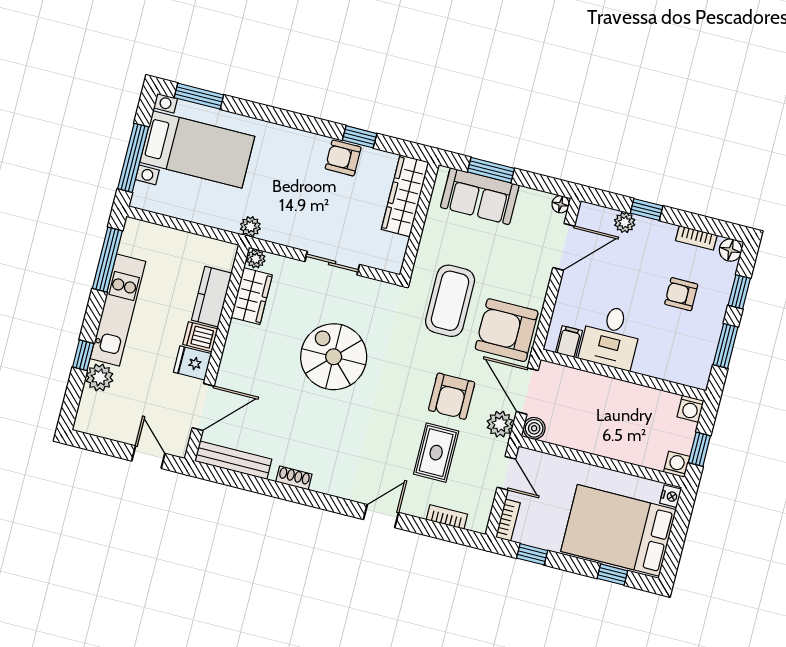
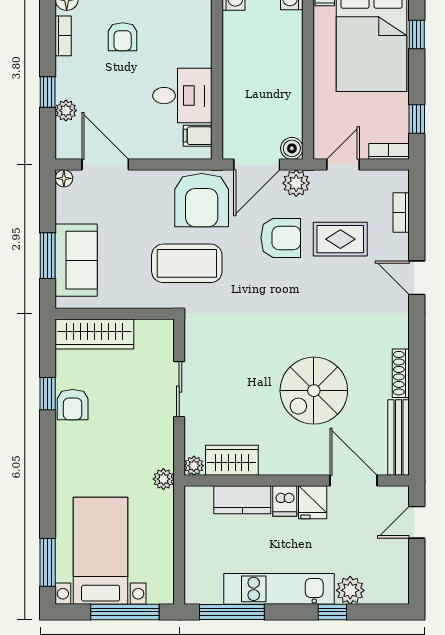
spiral stairs: (334, 357) -> (314, 391), moved
shoe rack: (294, 478) -> (401, 373), width x1.43

